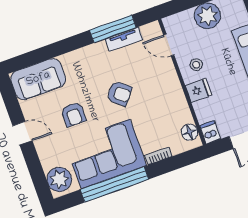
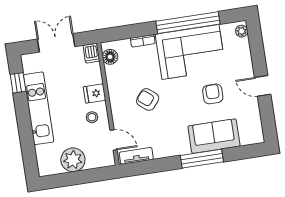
window: (113, 29) -> (202, 159), moved
tv unit: (124, 39) -> (136, 156), moved
sofa: (38, 79) -> (214, 136), moved
armchair: (119, 93) -> (148, 99), moved
plant: (59, 179) -> (242, 31), width x0.53, depth x0.53

